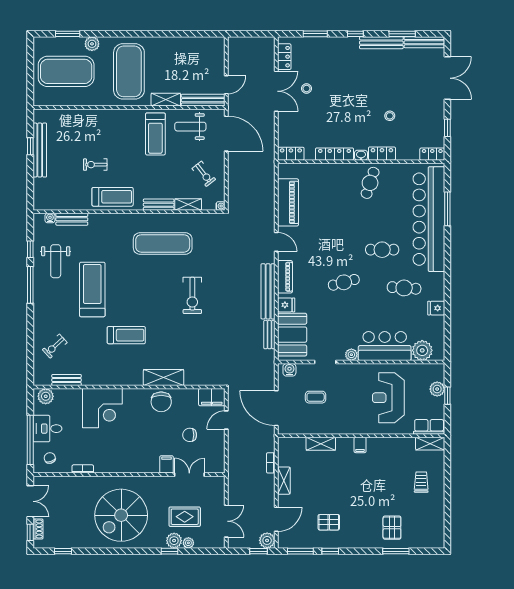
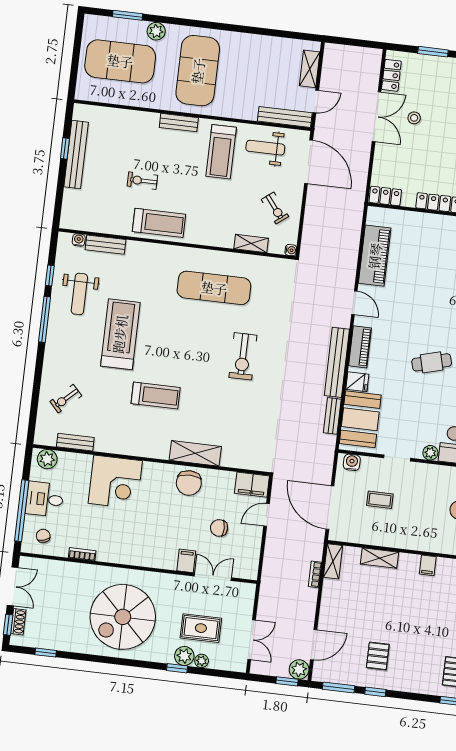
shelving: (166, 100) -> (310, 69), moved, turned 90
bench: (159, 205) -> (179, 123), moved
shelving: (284, 481) -> (333, 561), moved
pallet: (329, 522) -> (378, 656), turned 90

